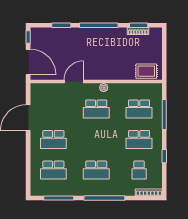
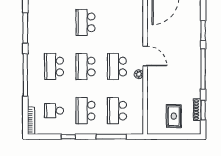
rug: (146, 71) -> (174, 116), moved
door: (74, 82) -> (145, 56), moved
school desk: (53, 170) -> (85, 67), moved

